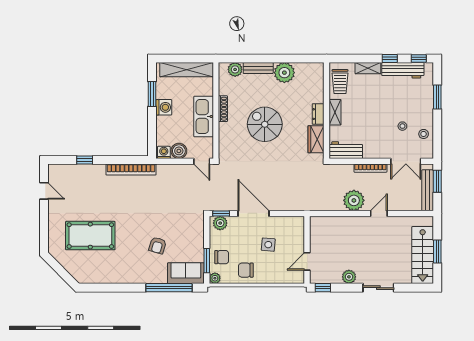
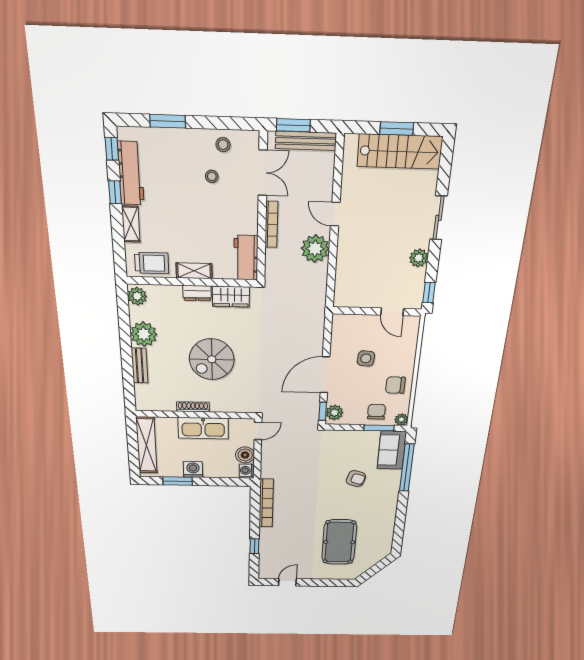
plant: (235, 69) -> (137, 296), moved
chair: (246, 270) -> (395, 385), turned 90

